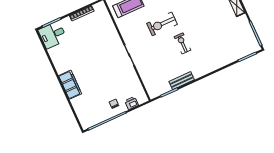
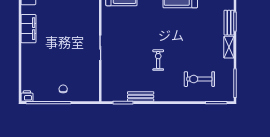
exercise bike: (162, 24) -> (199, 79), moved
filing cabinet: (70, 85) -> (28, 29), moved
printer: (132, 103) -> (27, 96), moved

